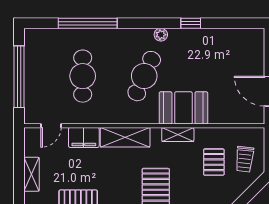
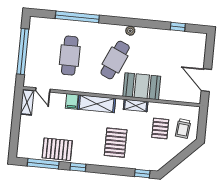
window: (191, 23) -> (178, 27), moved
door: (51, 126) -> (43, 90), hinge flipped
filing cabinet: (84, 137) -> (72, 101), width x0.50
shelving: (31, 174) -> (27, 102), moved

